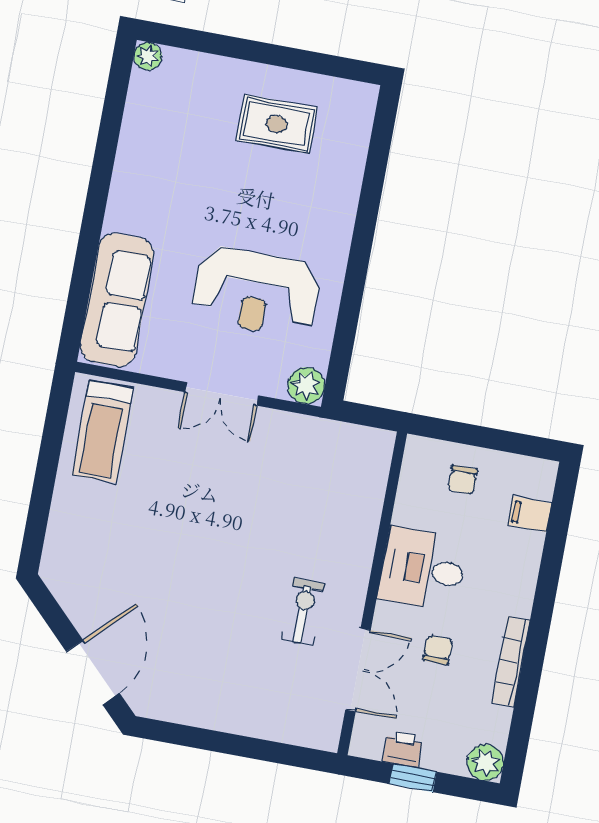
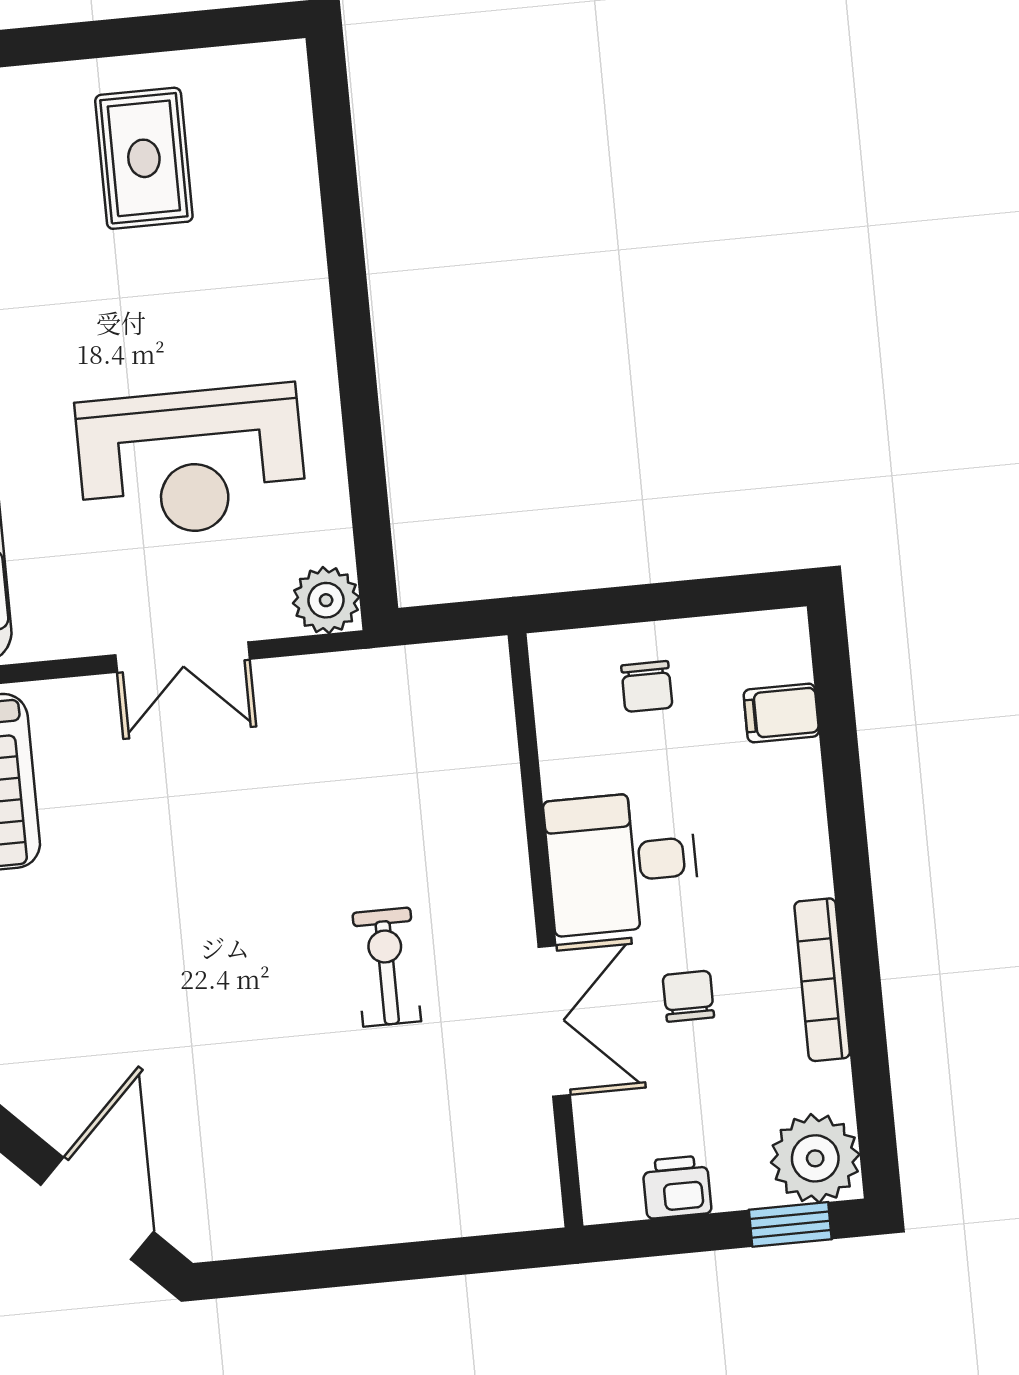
rug: (277, 124) -> (144, 158), turned 90
exercise bike: (303, 612) -> (387, 967), moved
double door: (358, 670) -> (554, 1021), moved
plant: (485, 763) -> (815, 1158), width x1.36, depth x1.36
window: (413, 778) -> (790, 1224), moved

